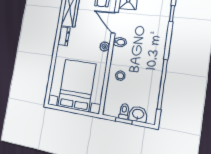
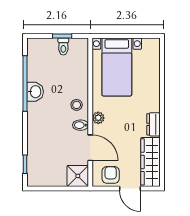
stool: (120, 76) -> (77, 105), moved
bed with nightstands: (77, 85) -> (117, 67), width x0.73
washbasin: (138, 114) -> (35, 92), moved, turned -90

